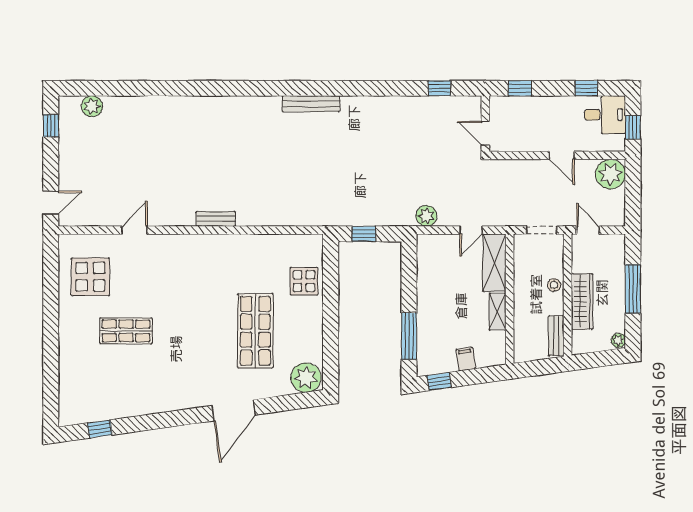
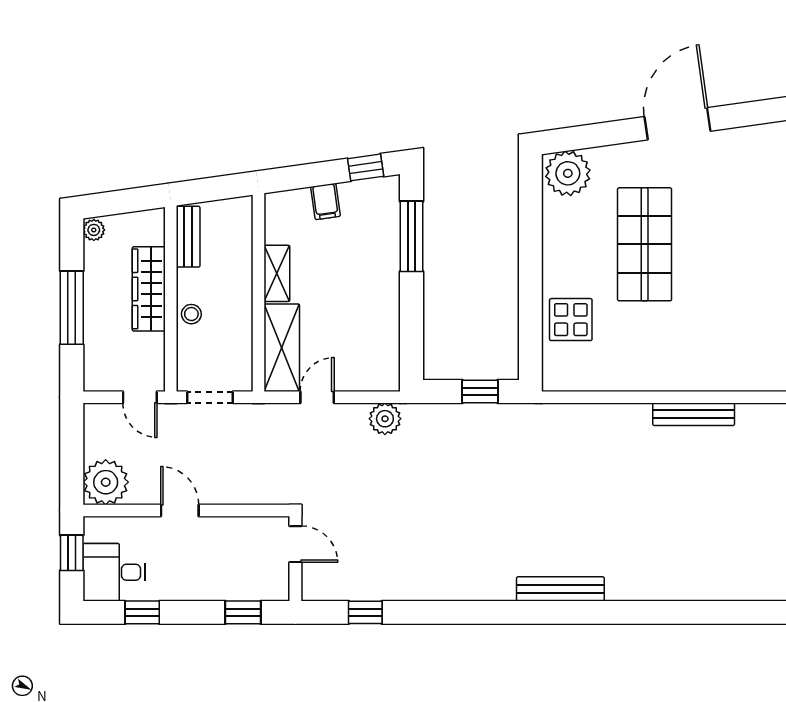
bench: (216, 219) -> (694, 414), width x1.36

